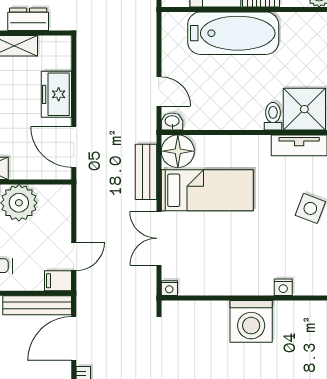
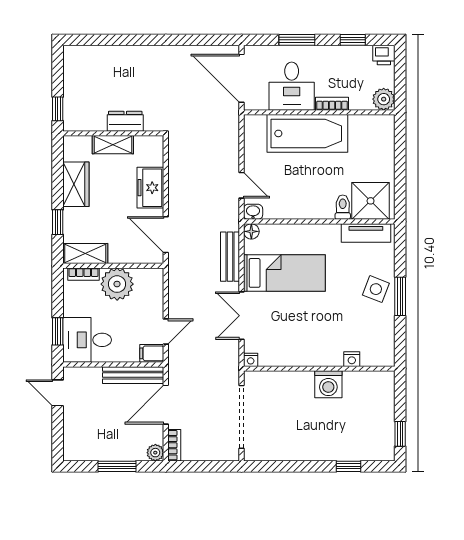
floor lamp: (178, 151) -> (251, 231), width x0.53, depth x0.53
washing machine: (251, 321) -> (328, 384), width x0.73, depth x0.73

